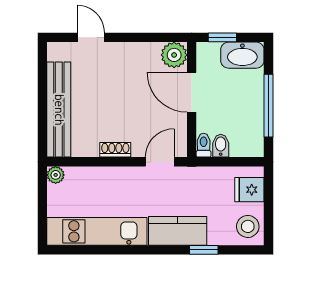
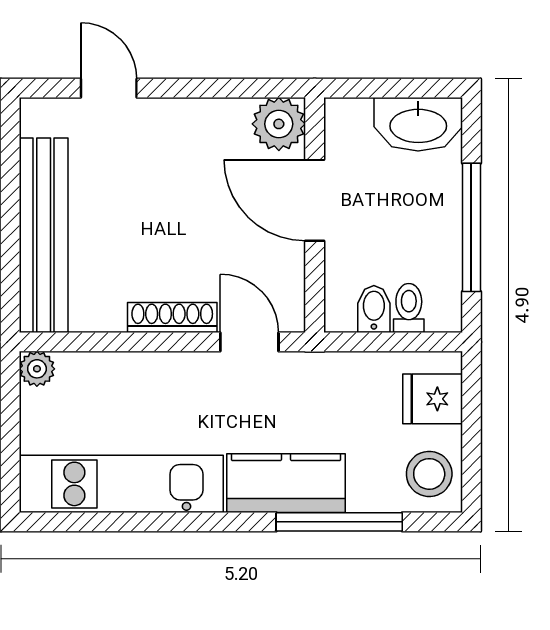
window: (222, 37) -> (378, 88), removed
toilet: (204, 145) -> (409, 308), moved
shoe rack: (115, 150) -> (172, 317), width x1.43
door: (160, 162) -> (249, 342), hinge flipped
window: (204, 250) -> (339, 522), width x2.17

